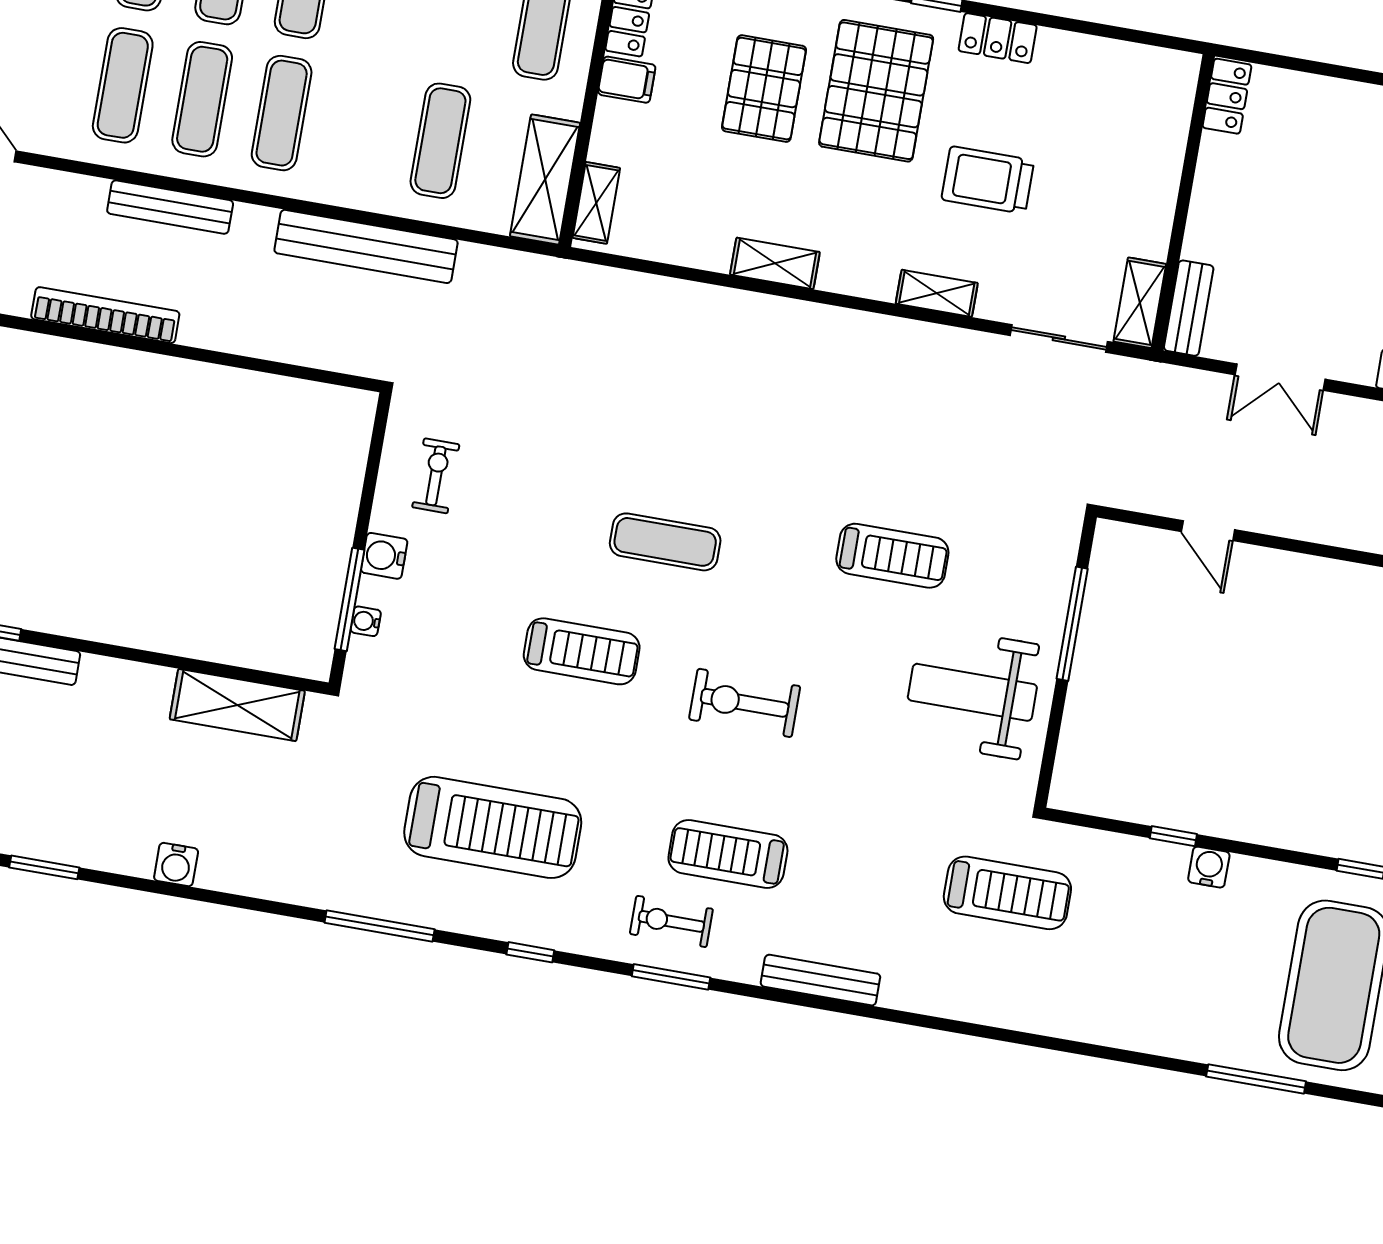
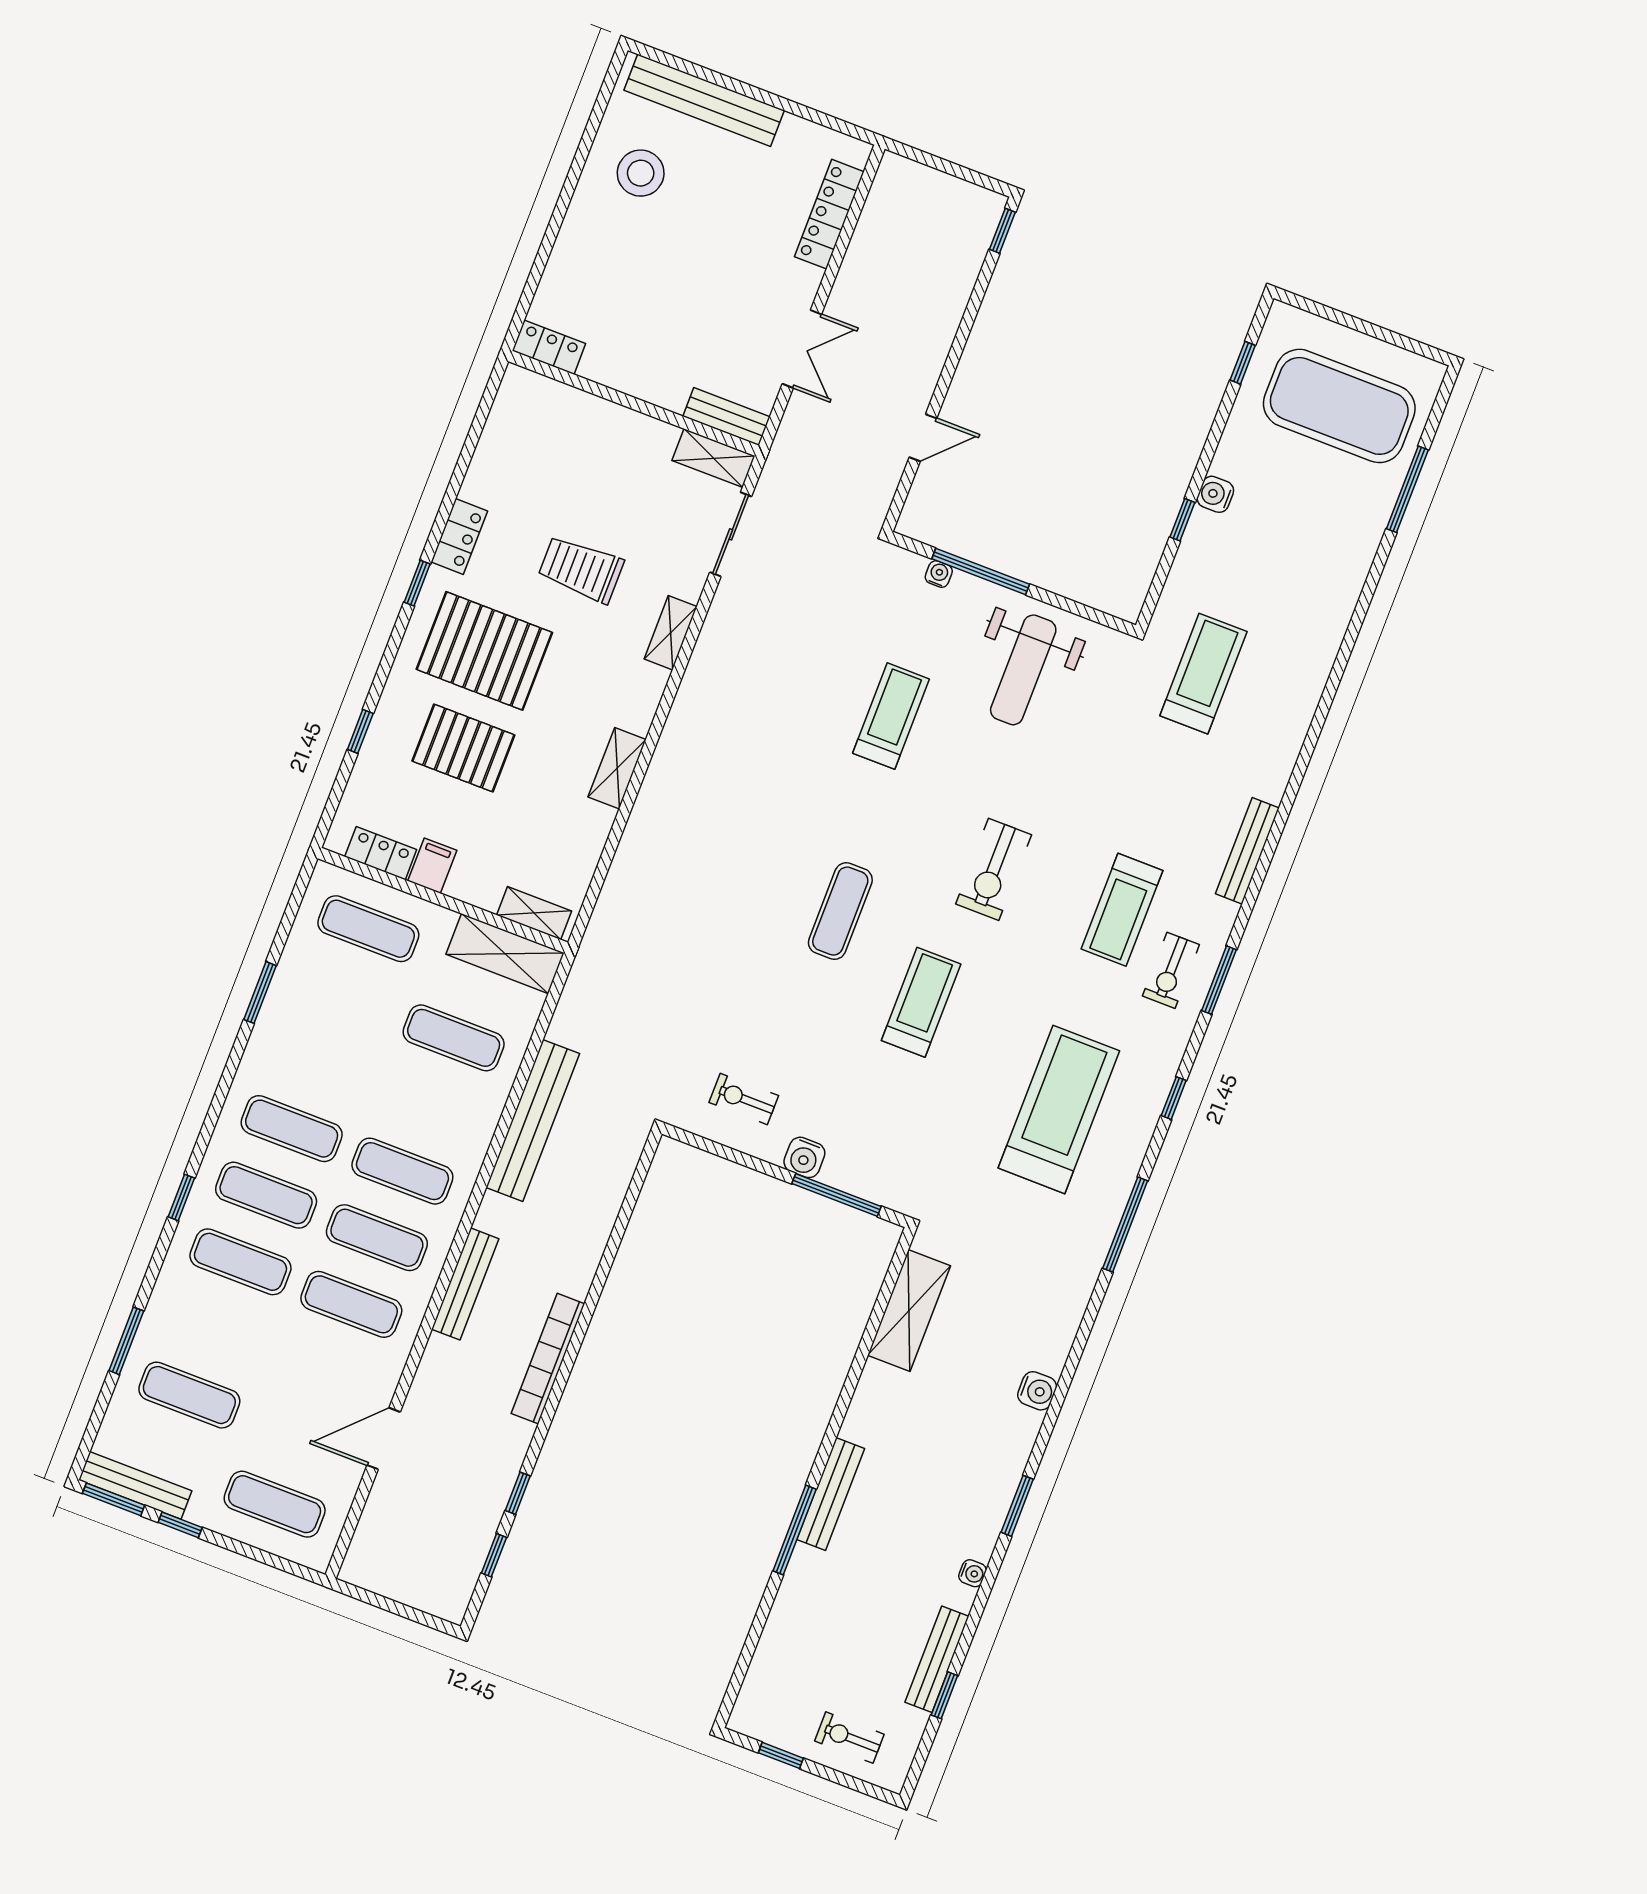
trolley: (988, 180) -> (581, 569), turned 90
water cooler: (366, 621) -> (939, 574), moved, turned 180

